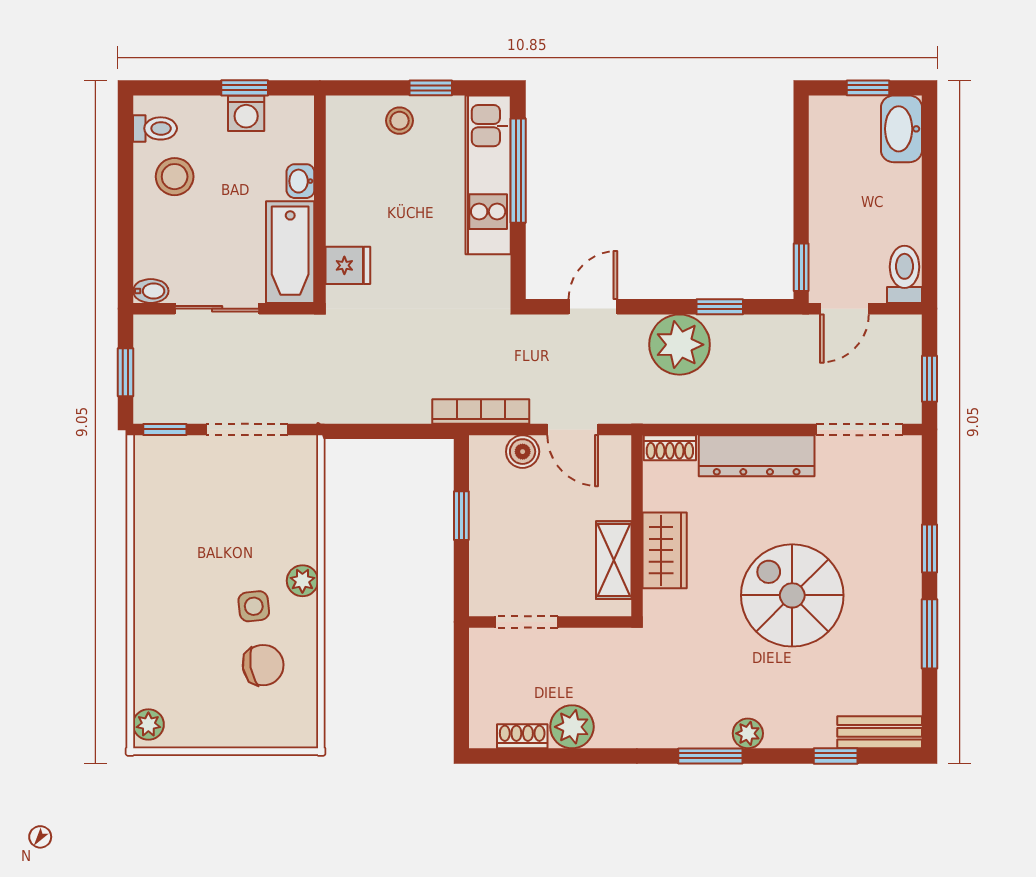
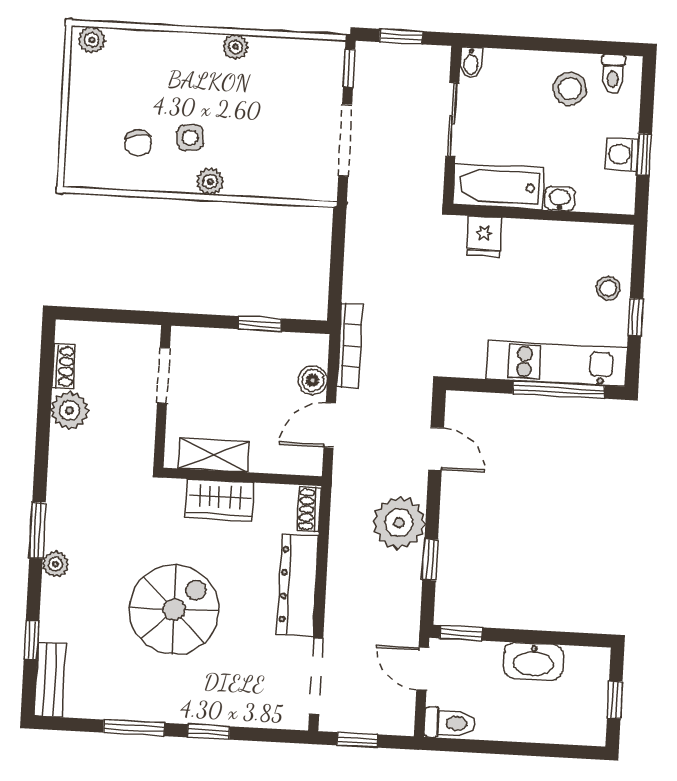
washbasin: (901, 129) -> (533, 661), moved, turned 180
plant: (147, 560) -> (235, 47), added
chair: (263, 665) -> (138, 143), width x0.73, depth x0.73

